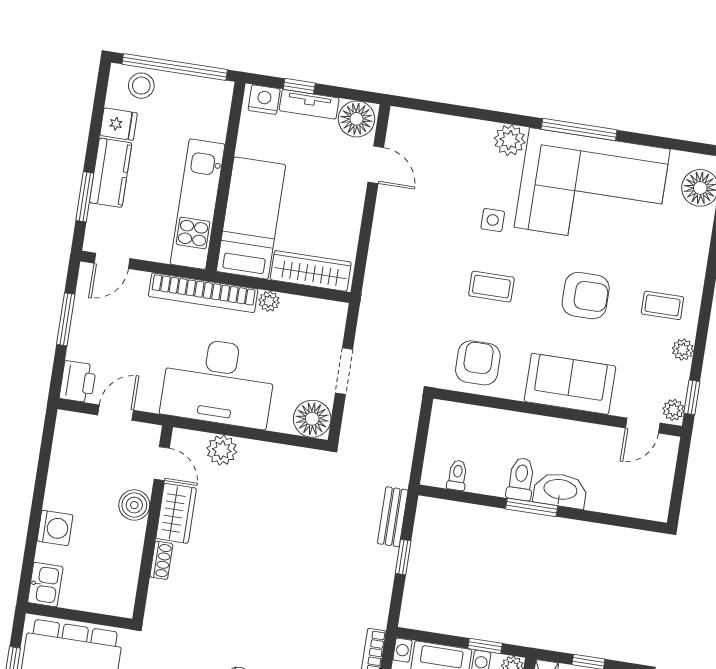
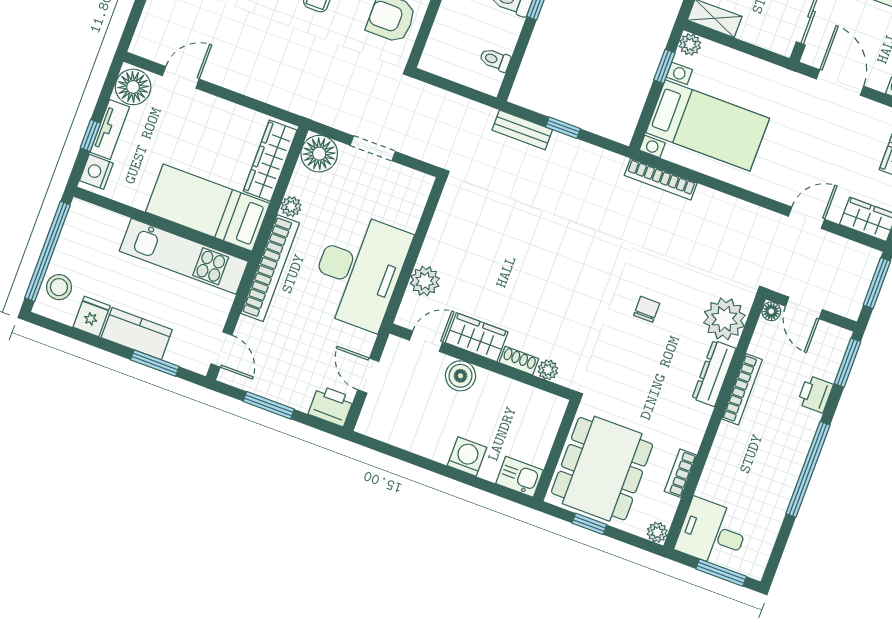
floor lamp: (312, 419) -> (319, 154), moved
plant: (158, 591) -> (548, 370), added

